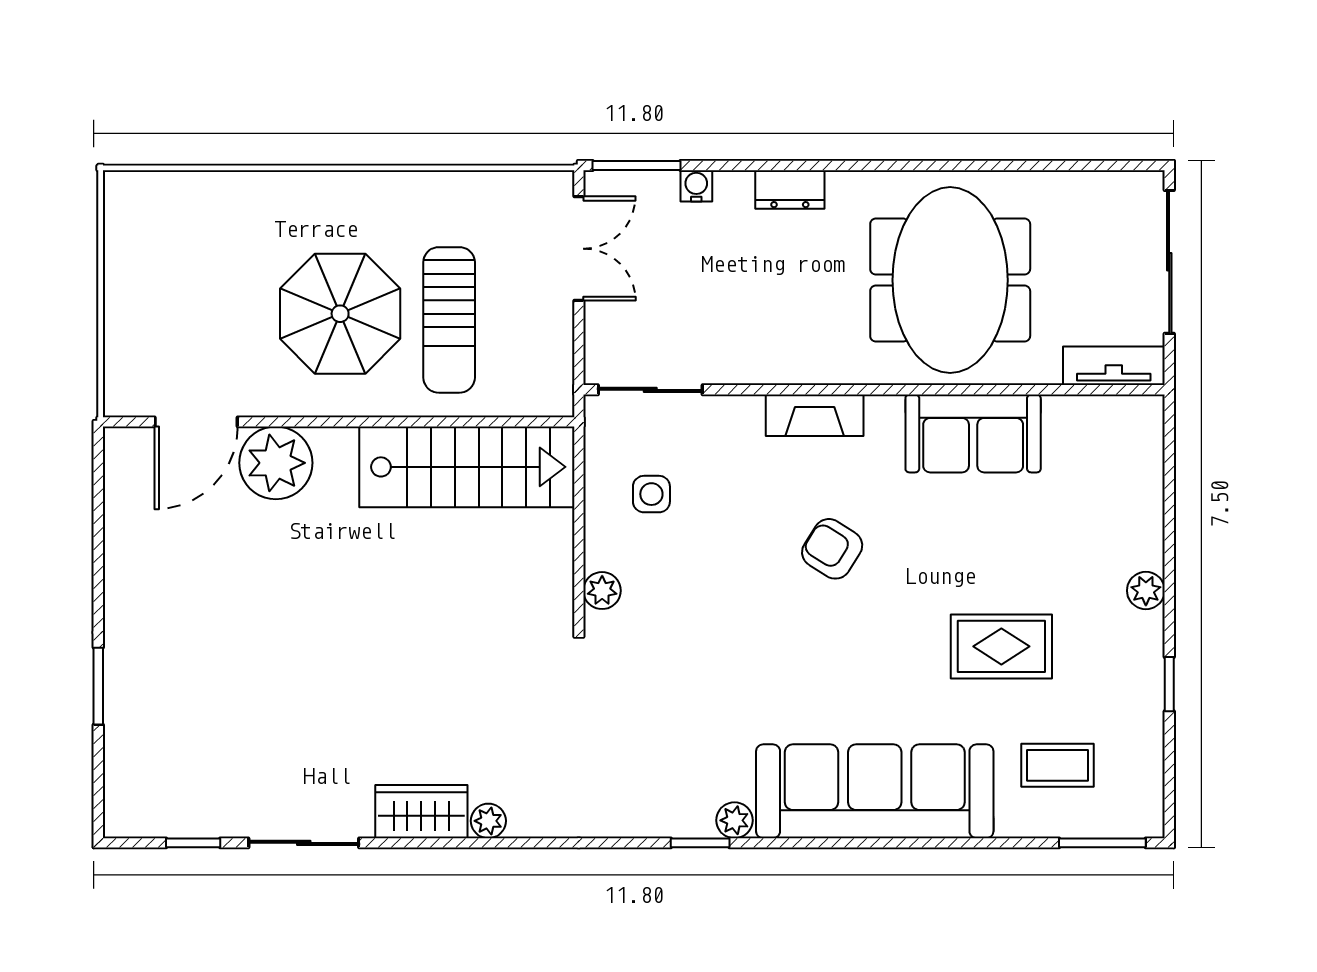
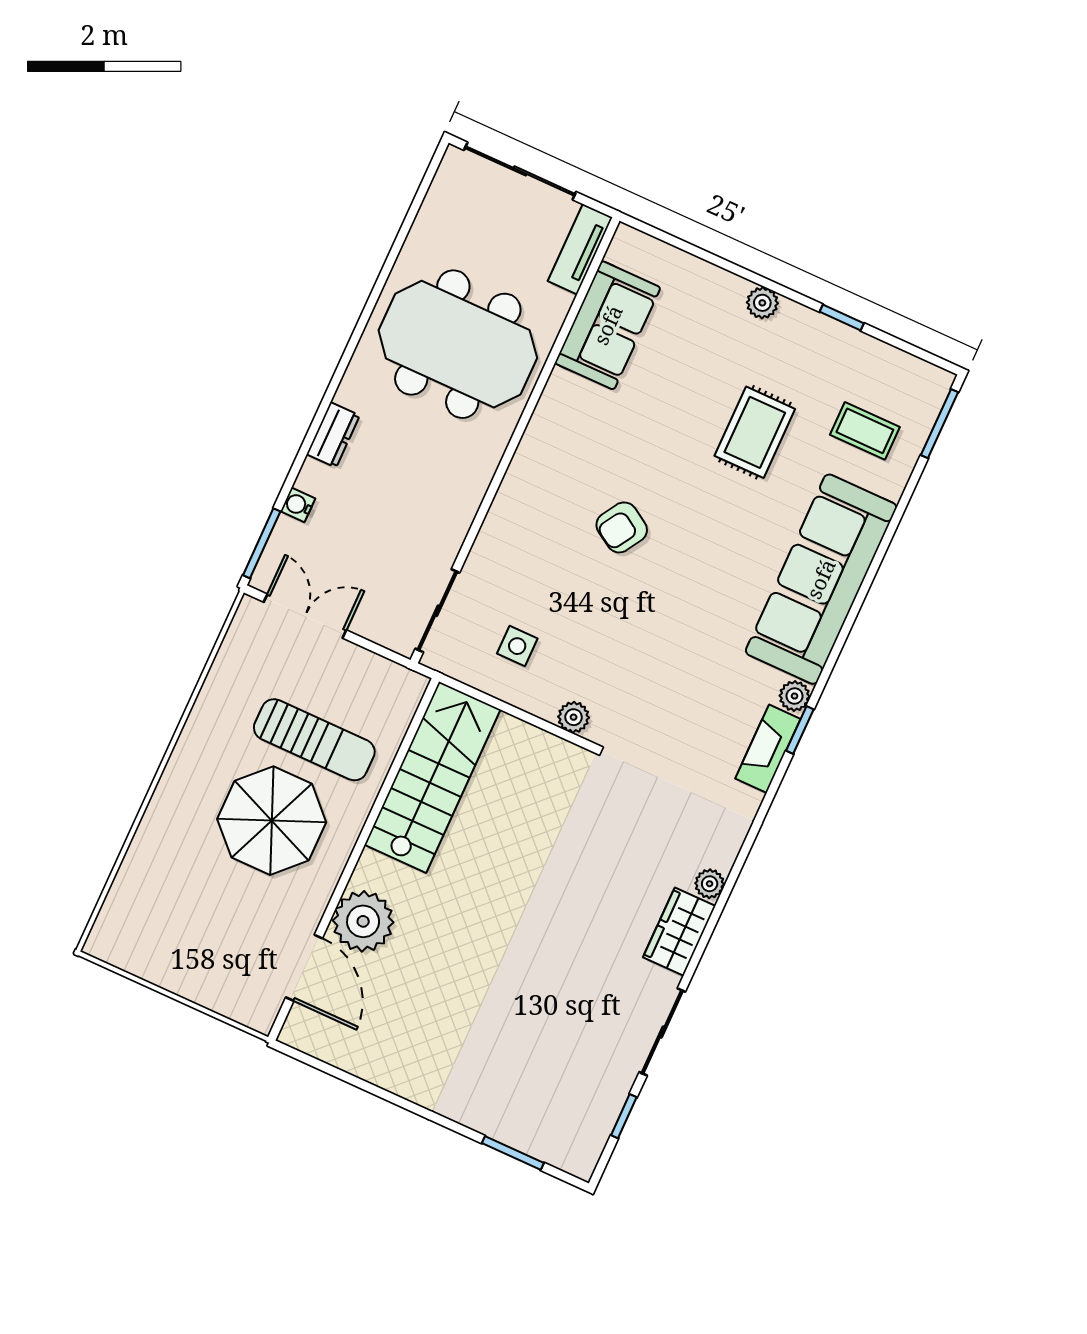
fireplace: (815, 415) -> (768, 749), moved, turned 180
sofa: (973, 433) -> (608, 325), moved
window: (98, 686) -> (513, 1153), moved
coffee table: (1057, 765) -> (865, 431), turned 90

